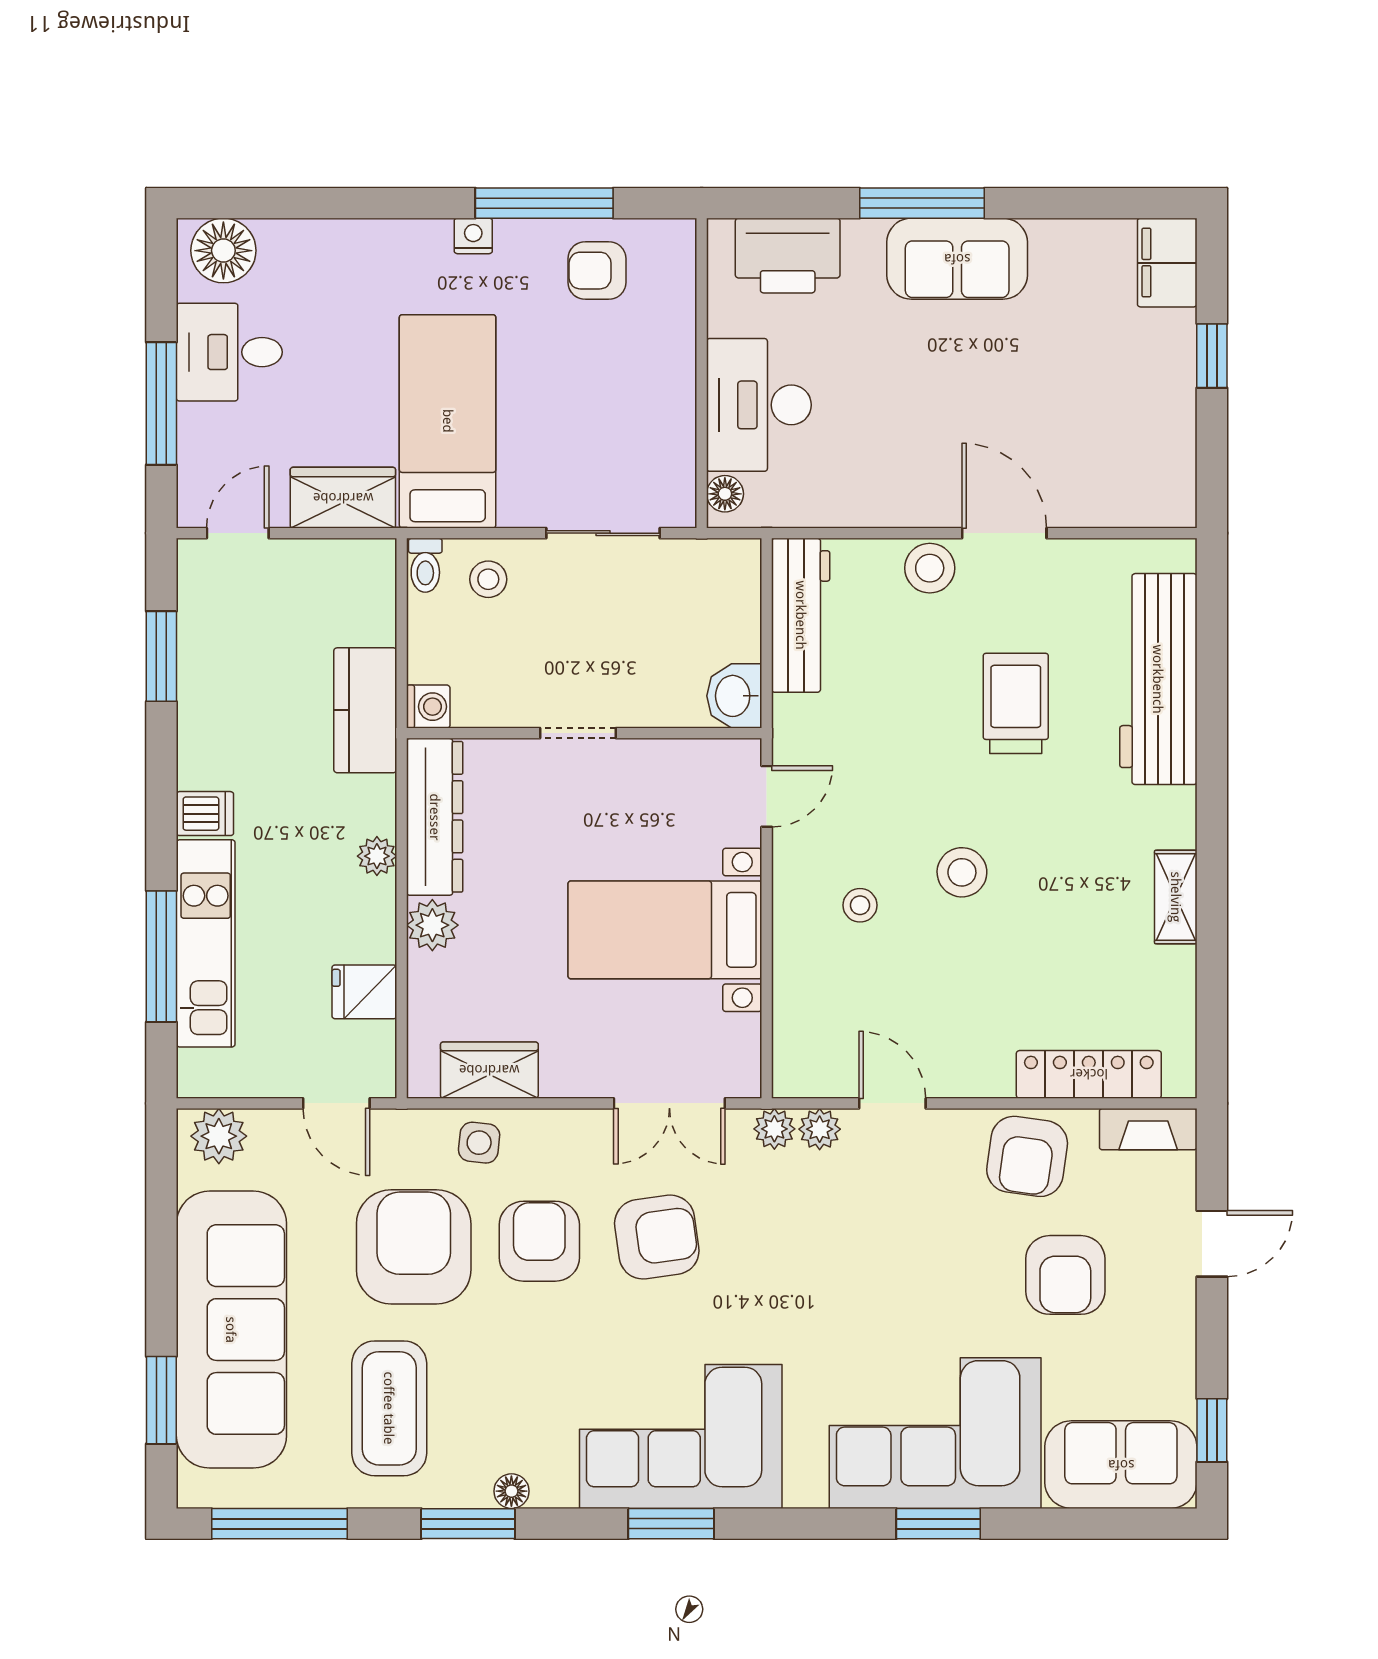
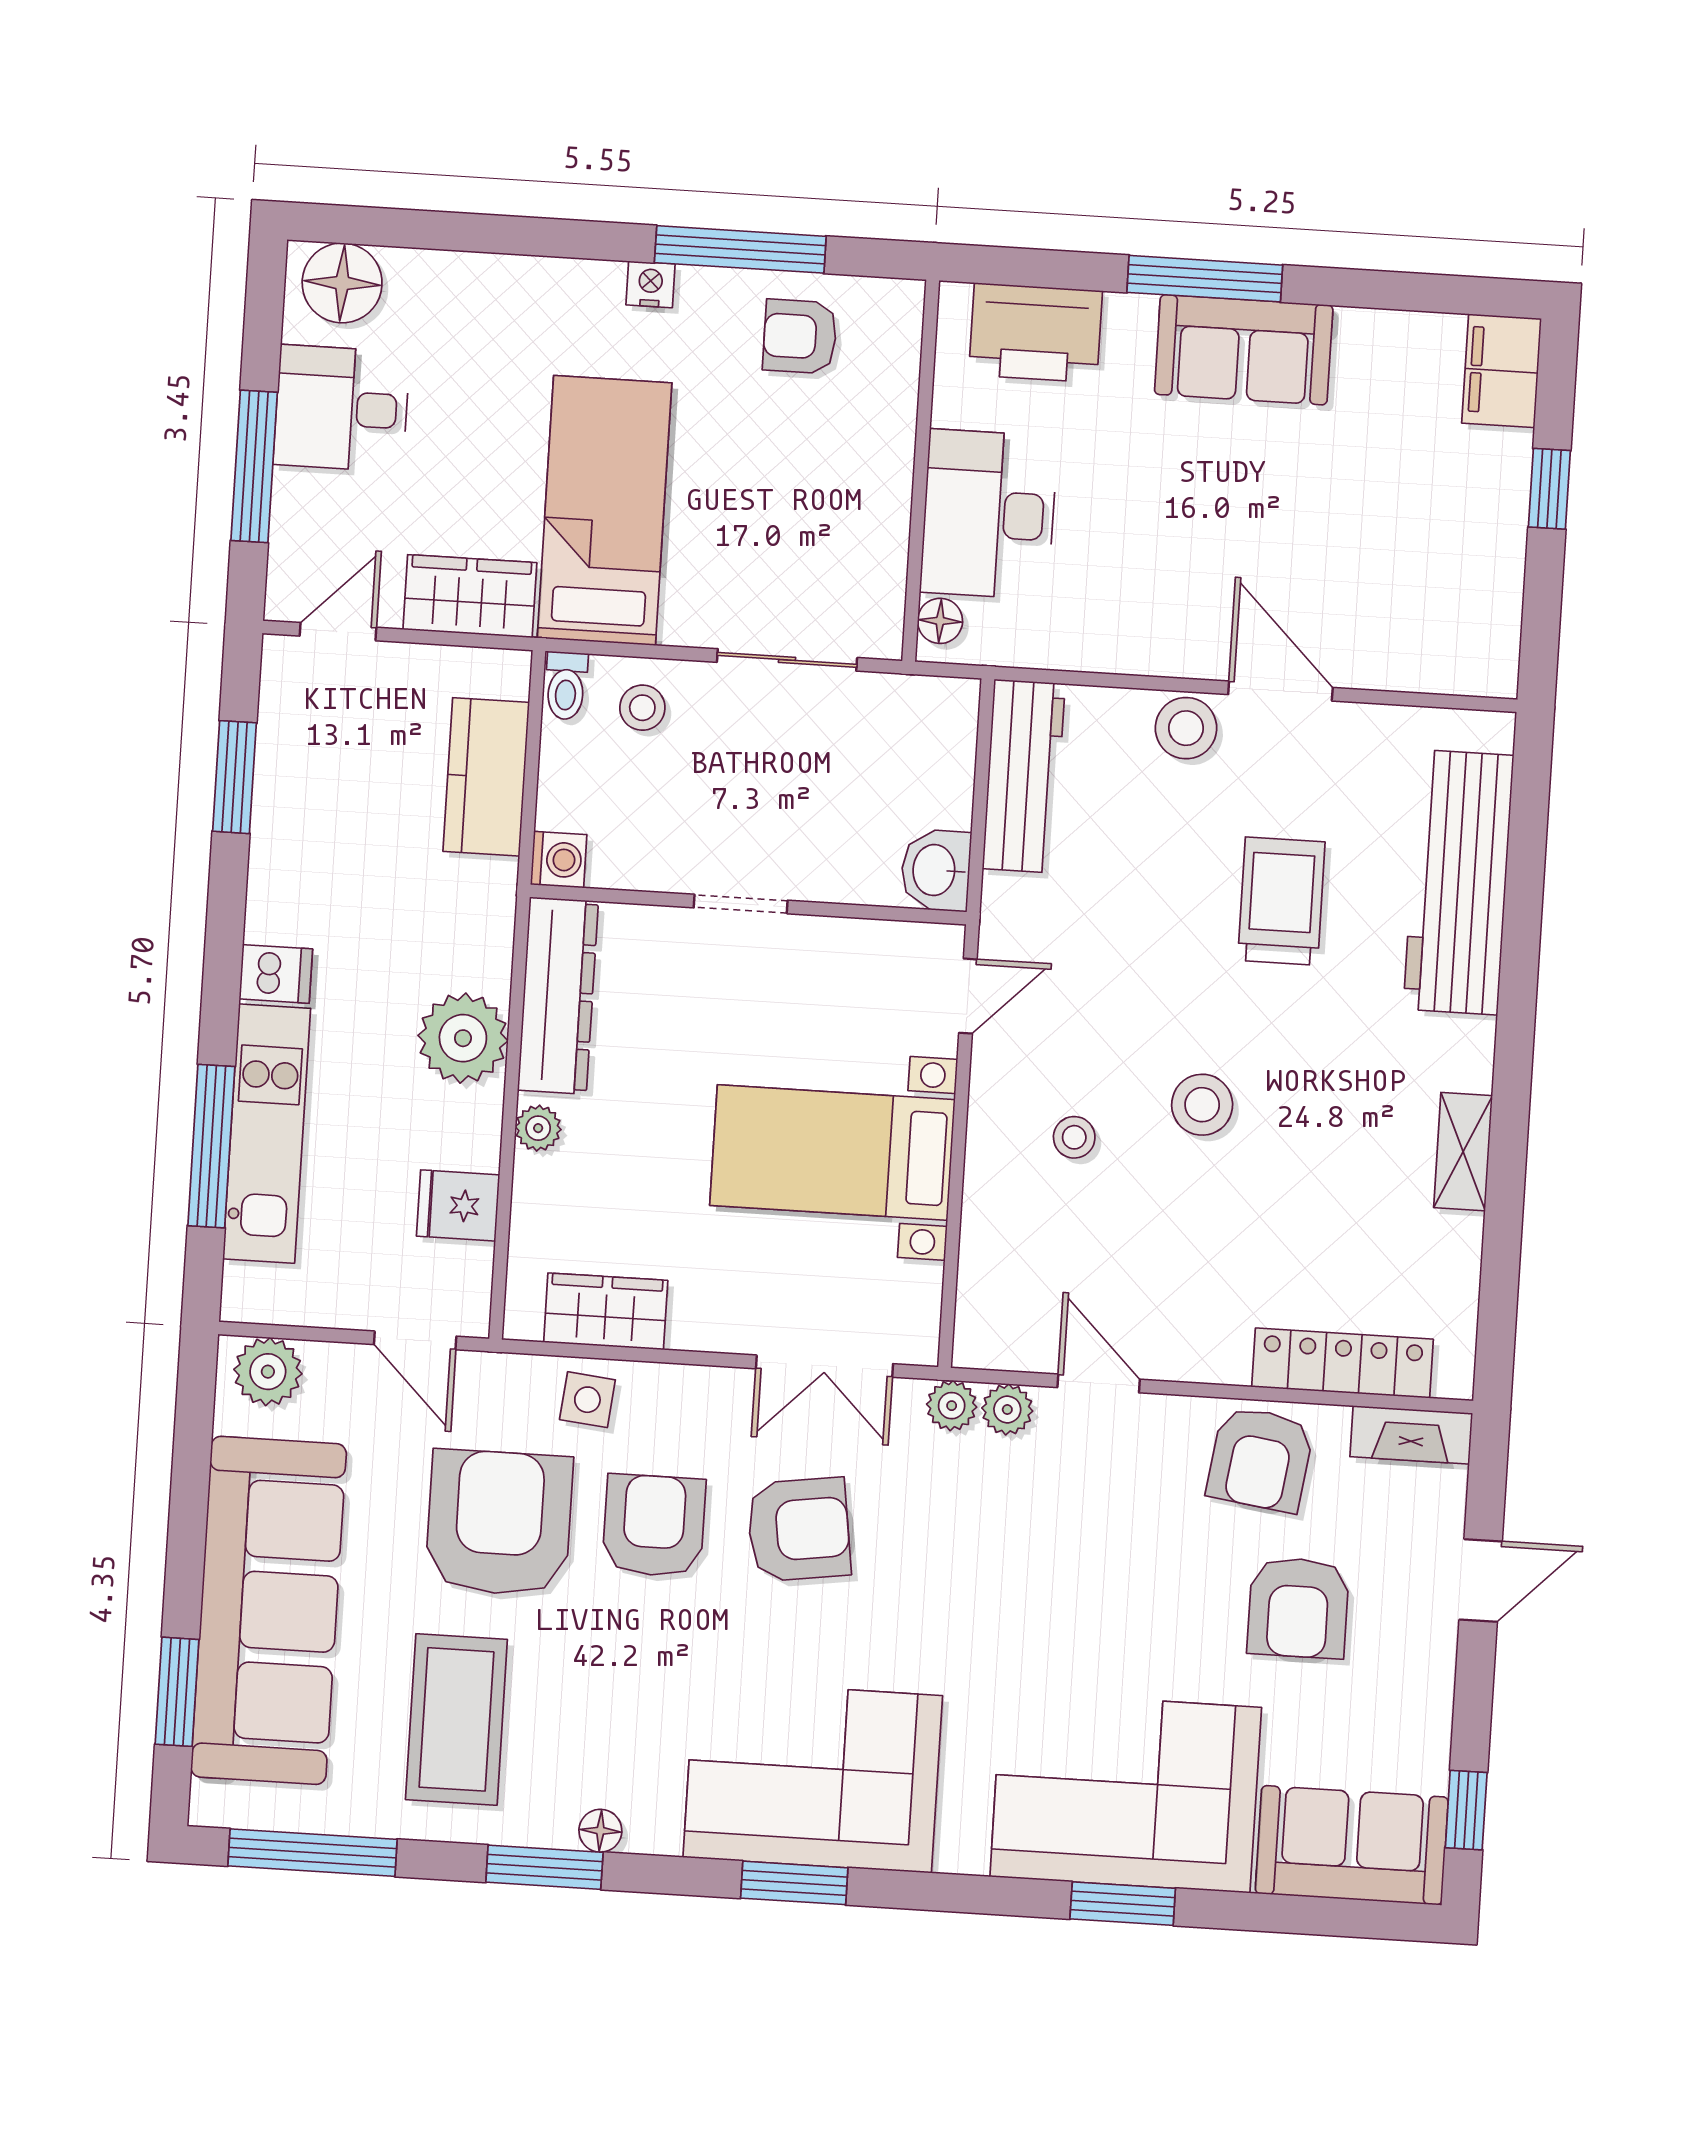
kitchen counter: (365, 710) -> (486, 777), moved
plant: (377, 856) -> (463, 1038), width x1.88, depth x1.88
plant: (432, 925) -> (538, 1128), width x0.73, depth x0.73

